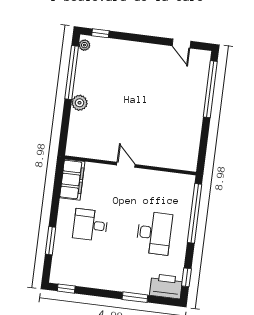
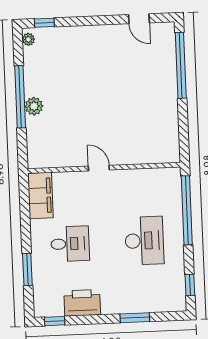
window: (72, 73) -> (20, 97), moved
desk: (90, 225) -> (70, 244), turned 180
printer: (166, 286) -> (82, 303), moved

